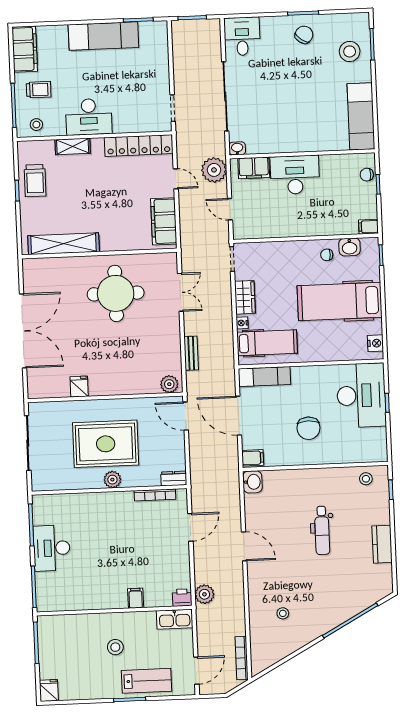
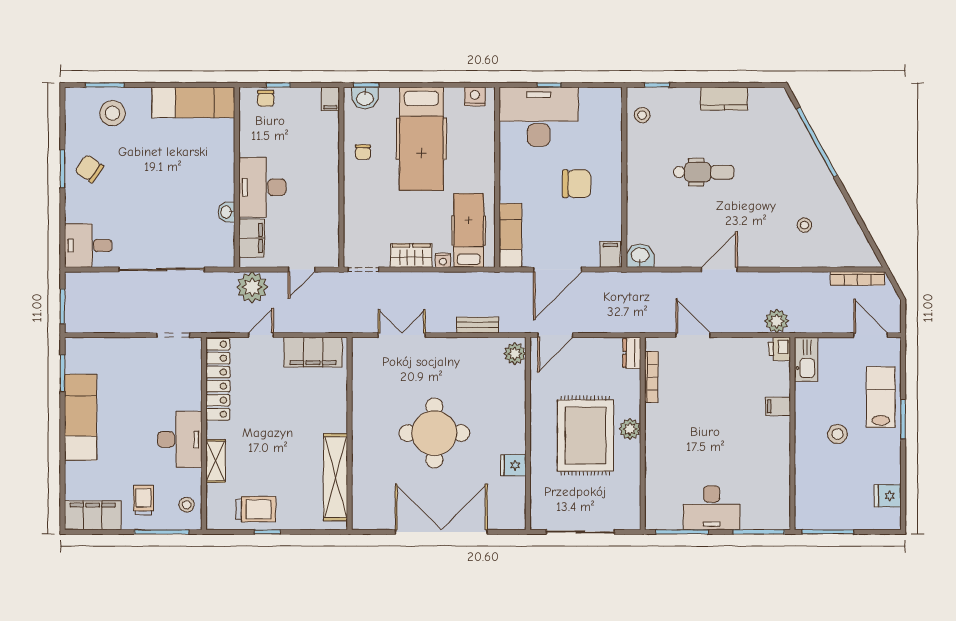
washbasin: (237, 148) -> (227, 212), moved
washbasin: (350, 247) -> (365, 98), moved, turned 90
round table: (116, 293) -> (434, 433), moved
fridge: (49, 690) -> (888, 496), moved

